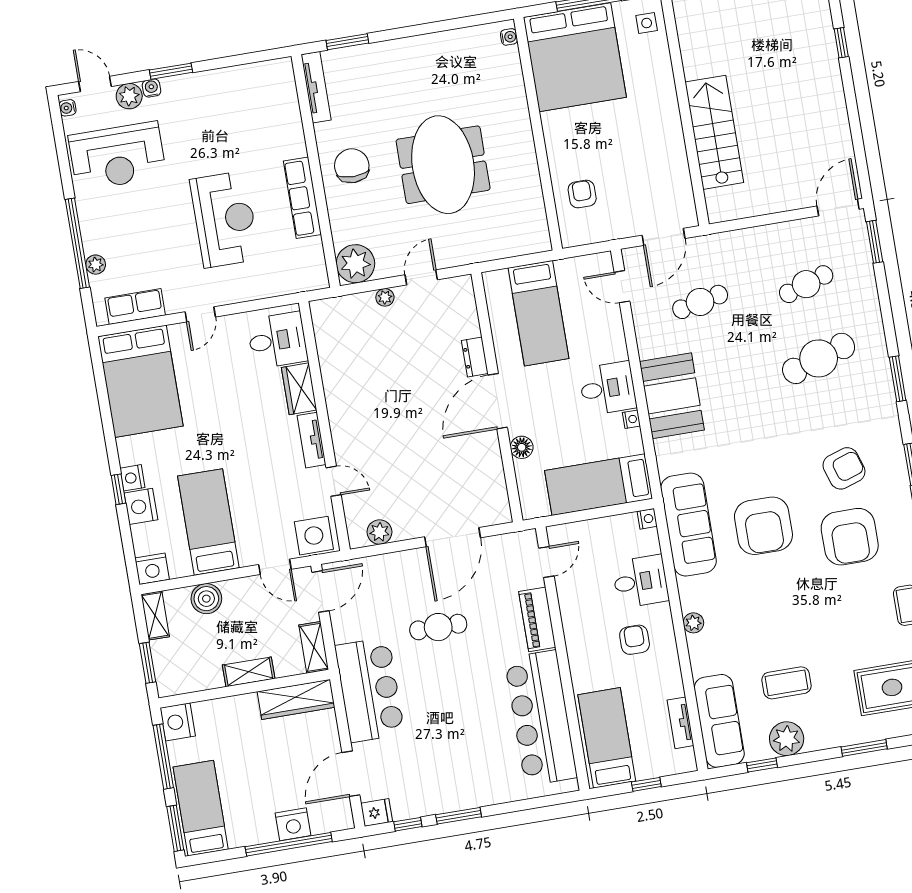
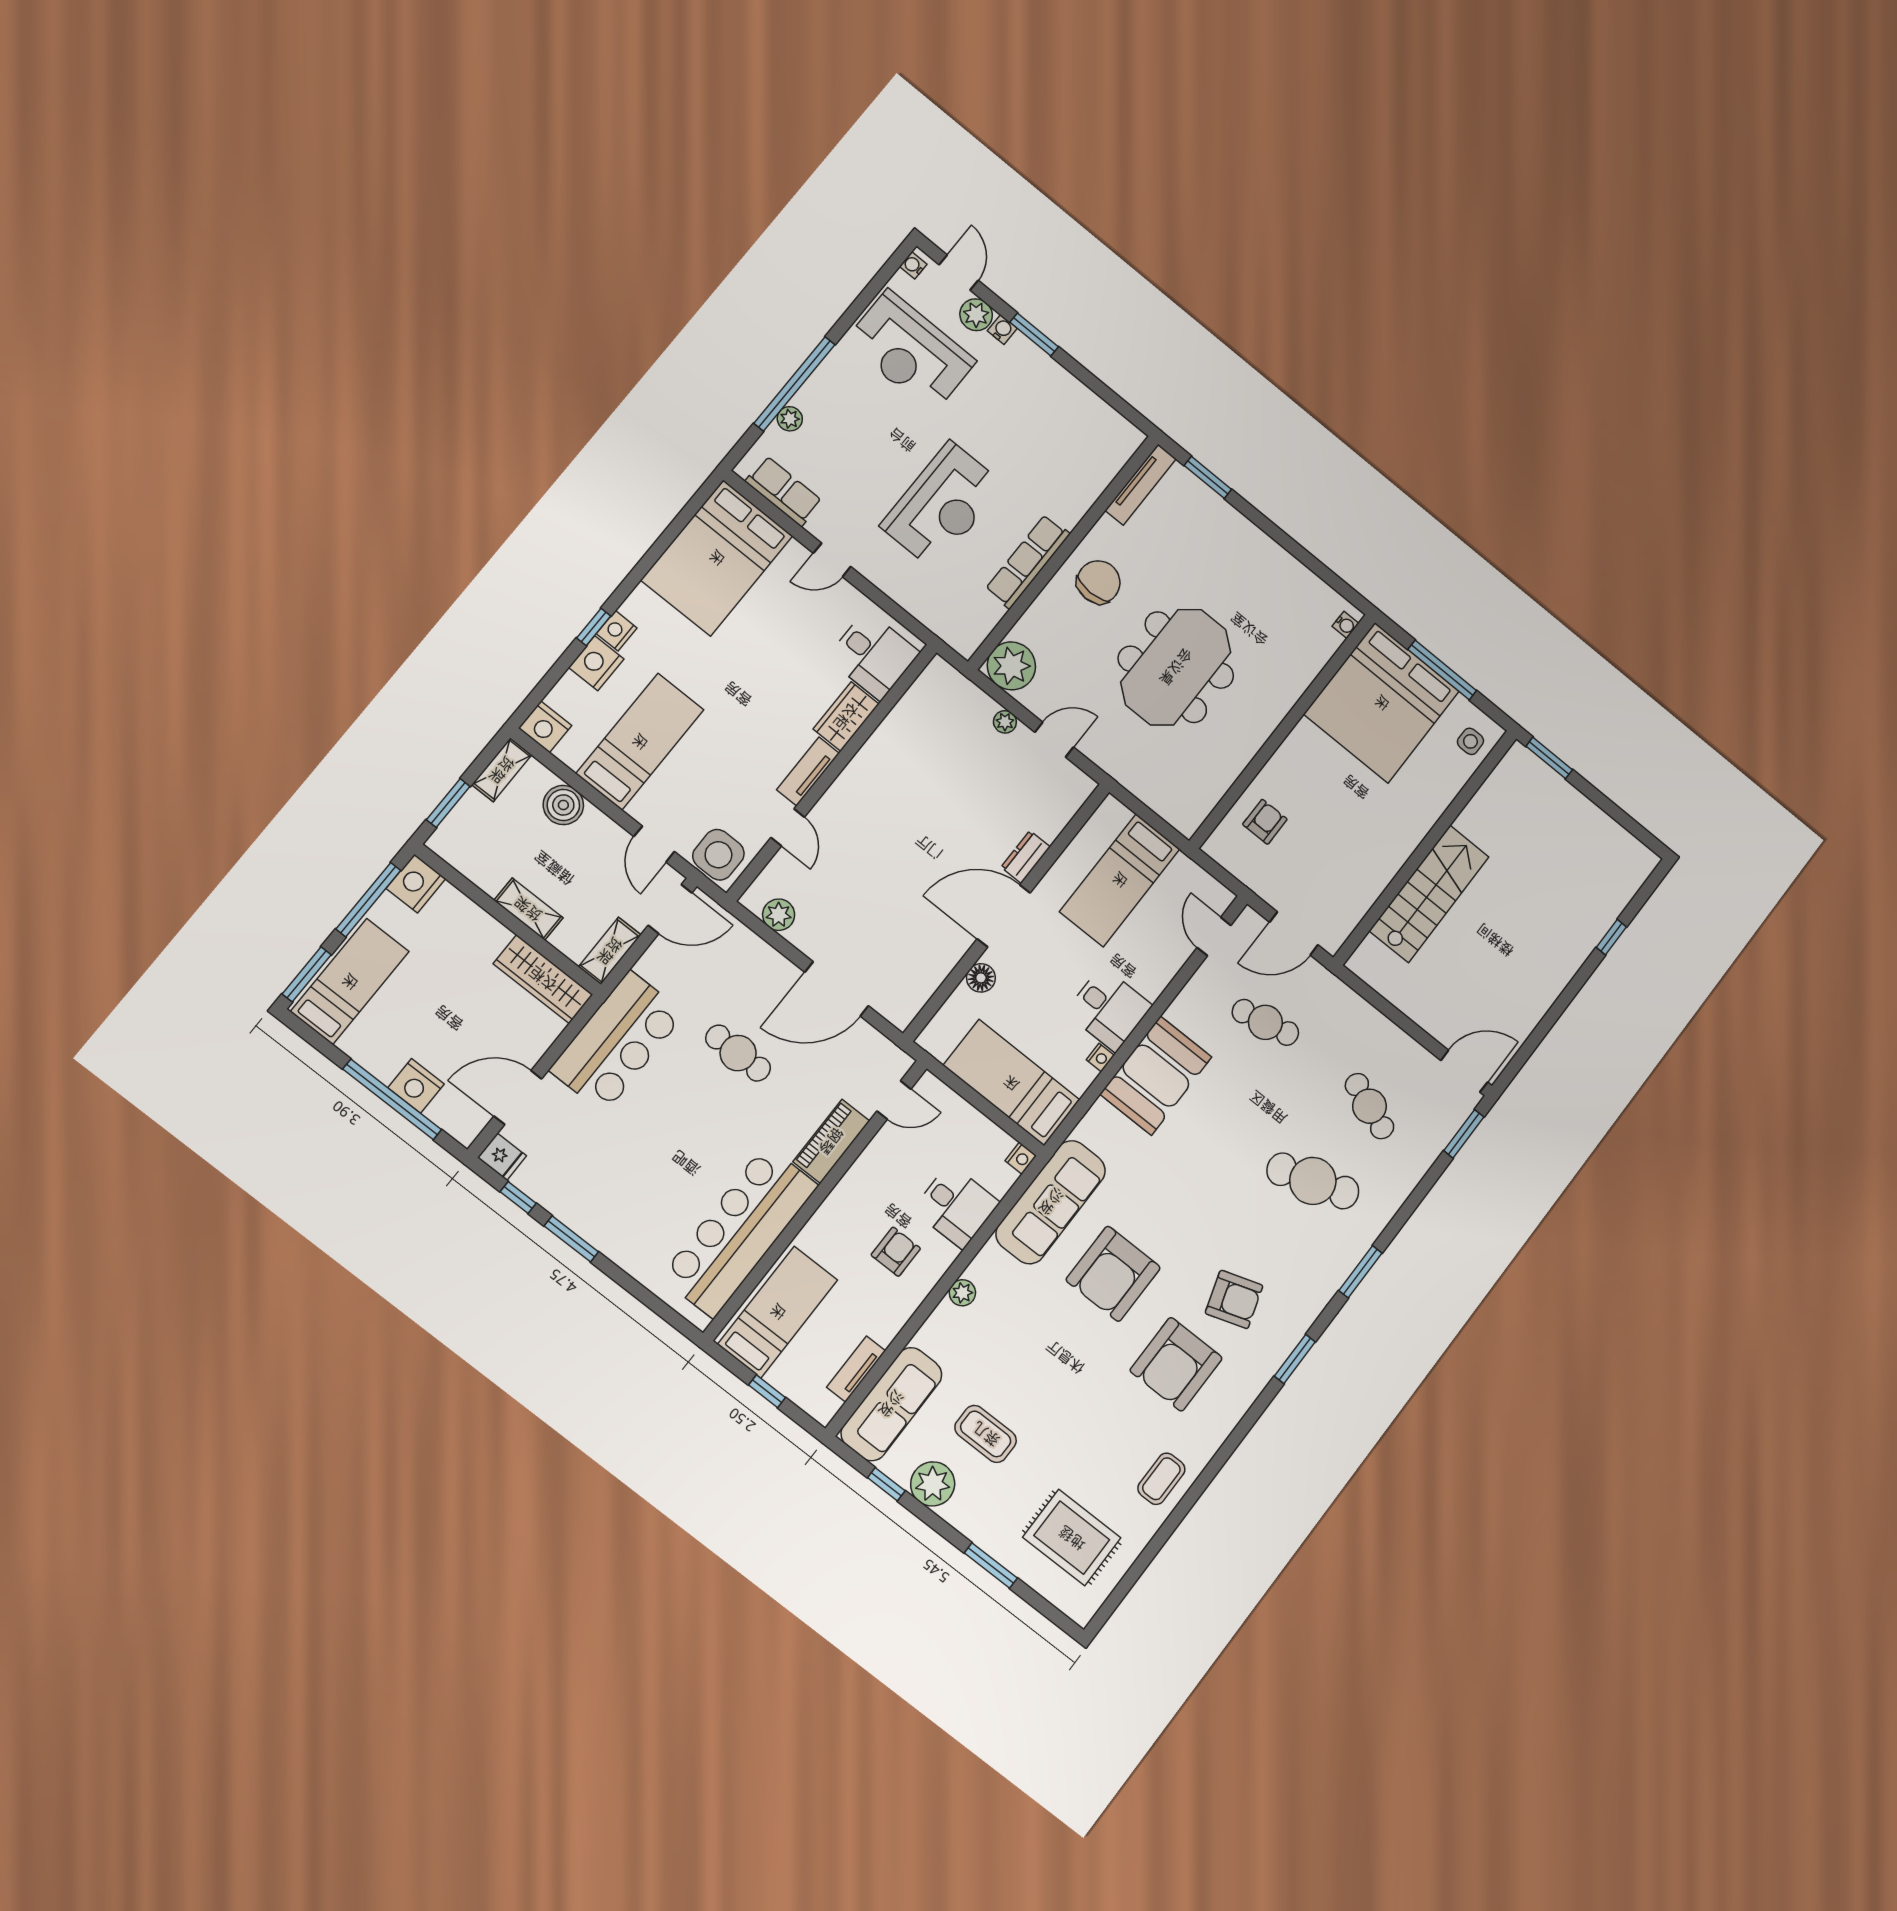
cafe table: (806, 284) -> (1369, 1106), turned 39

